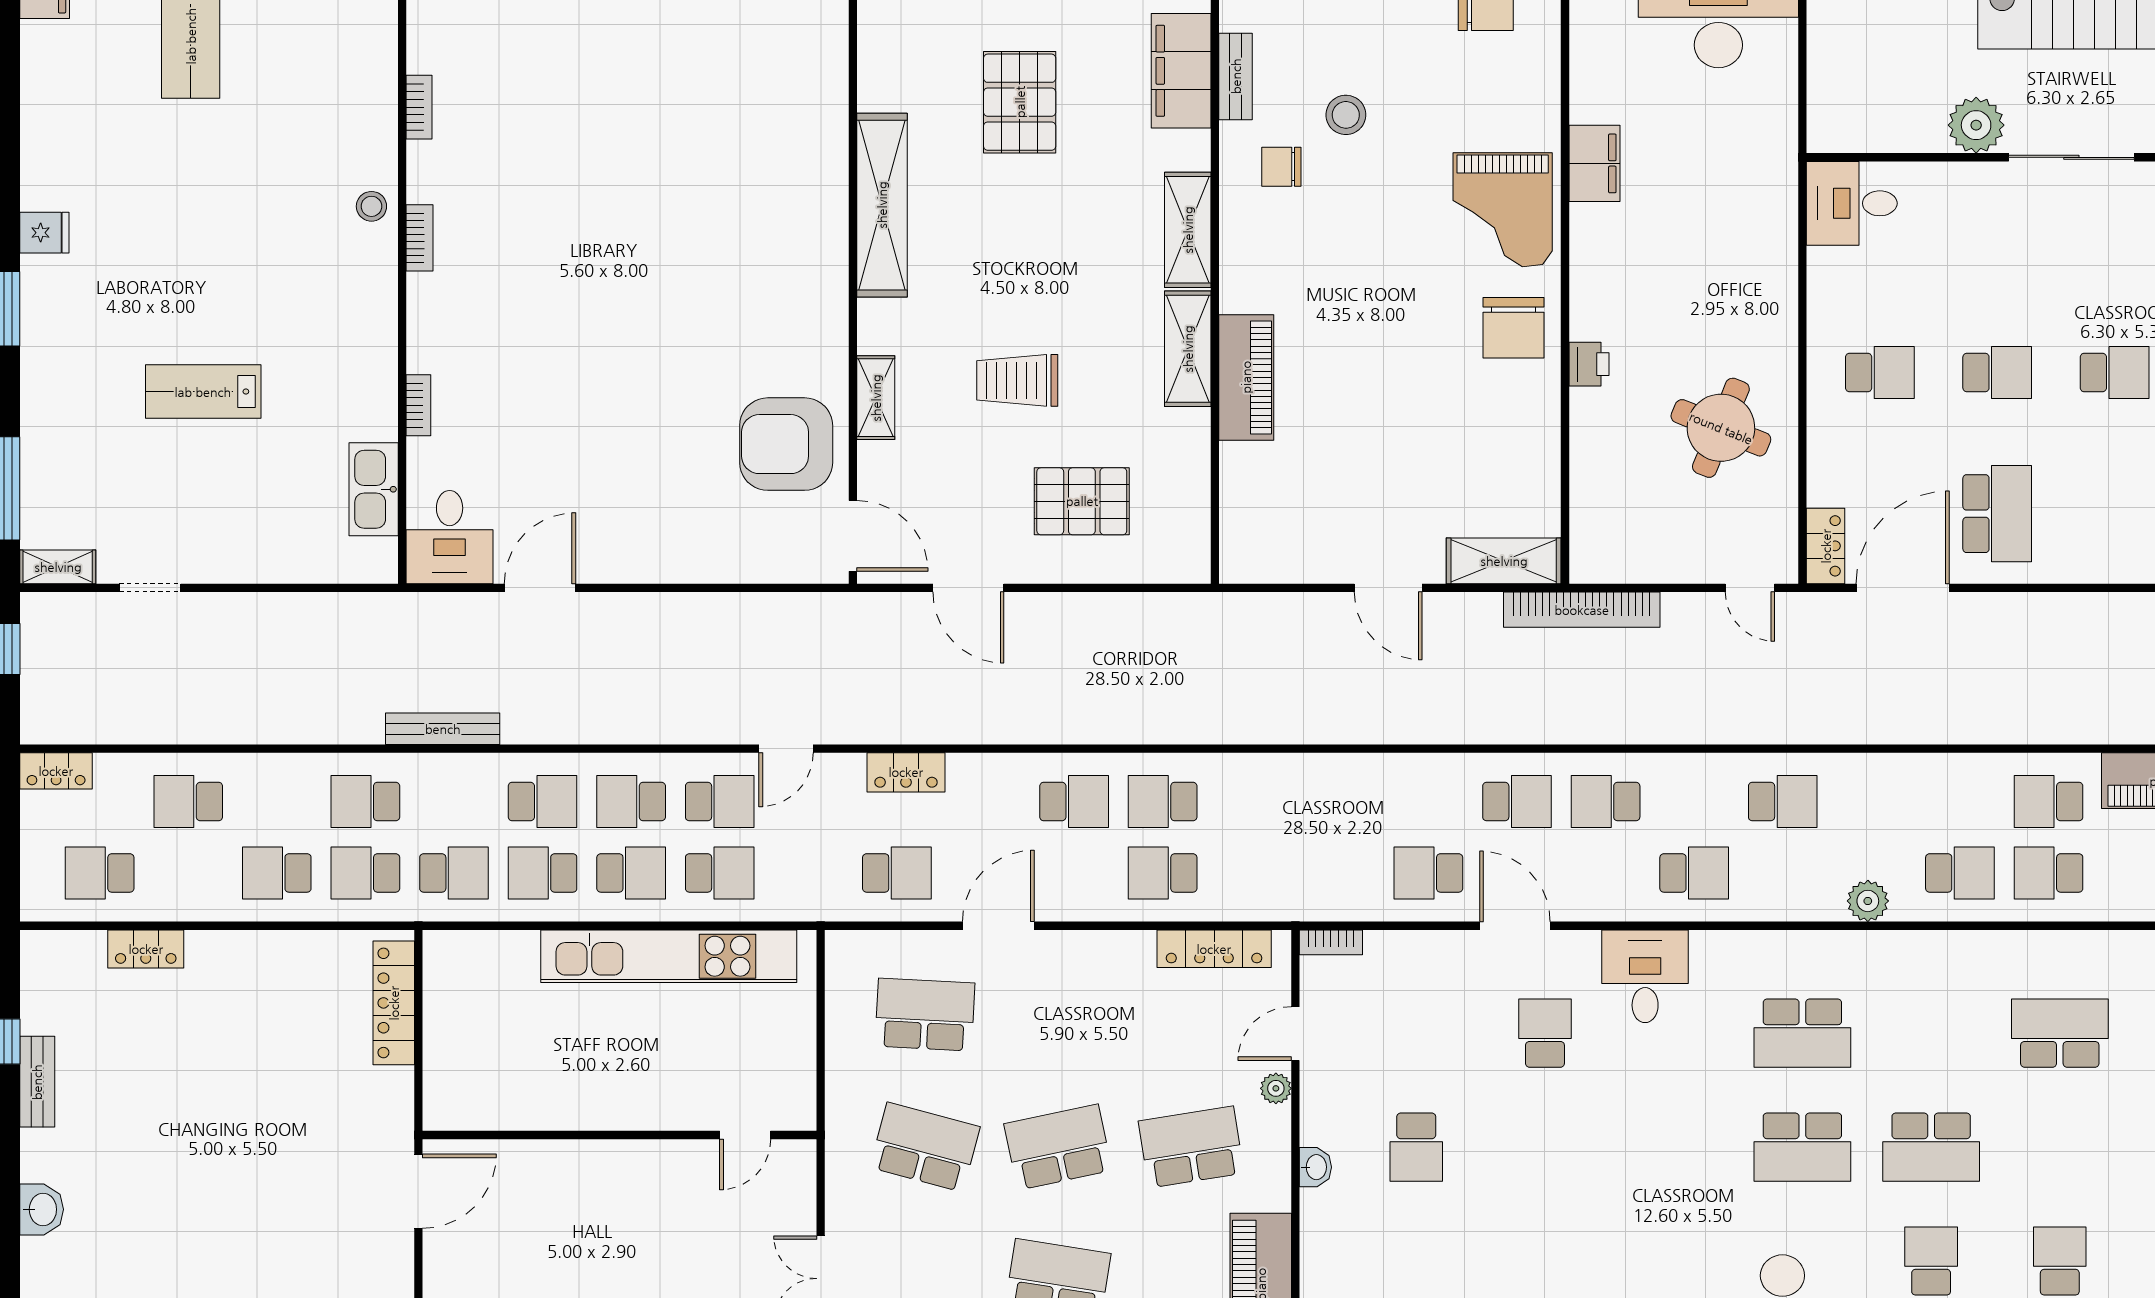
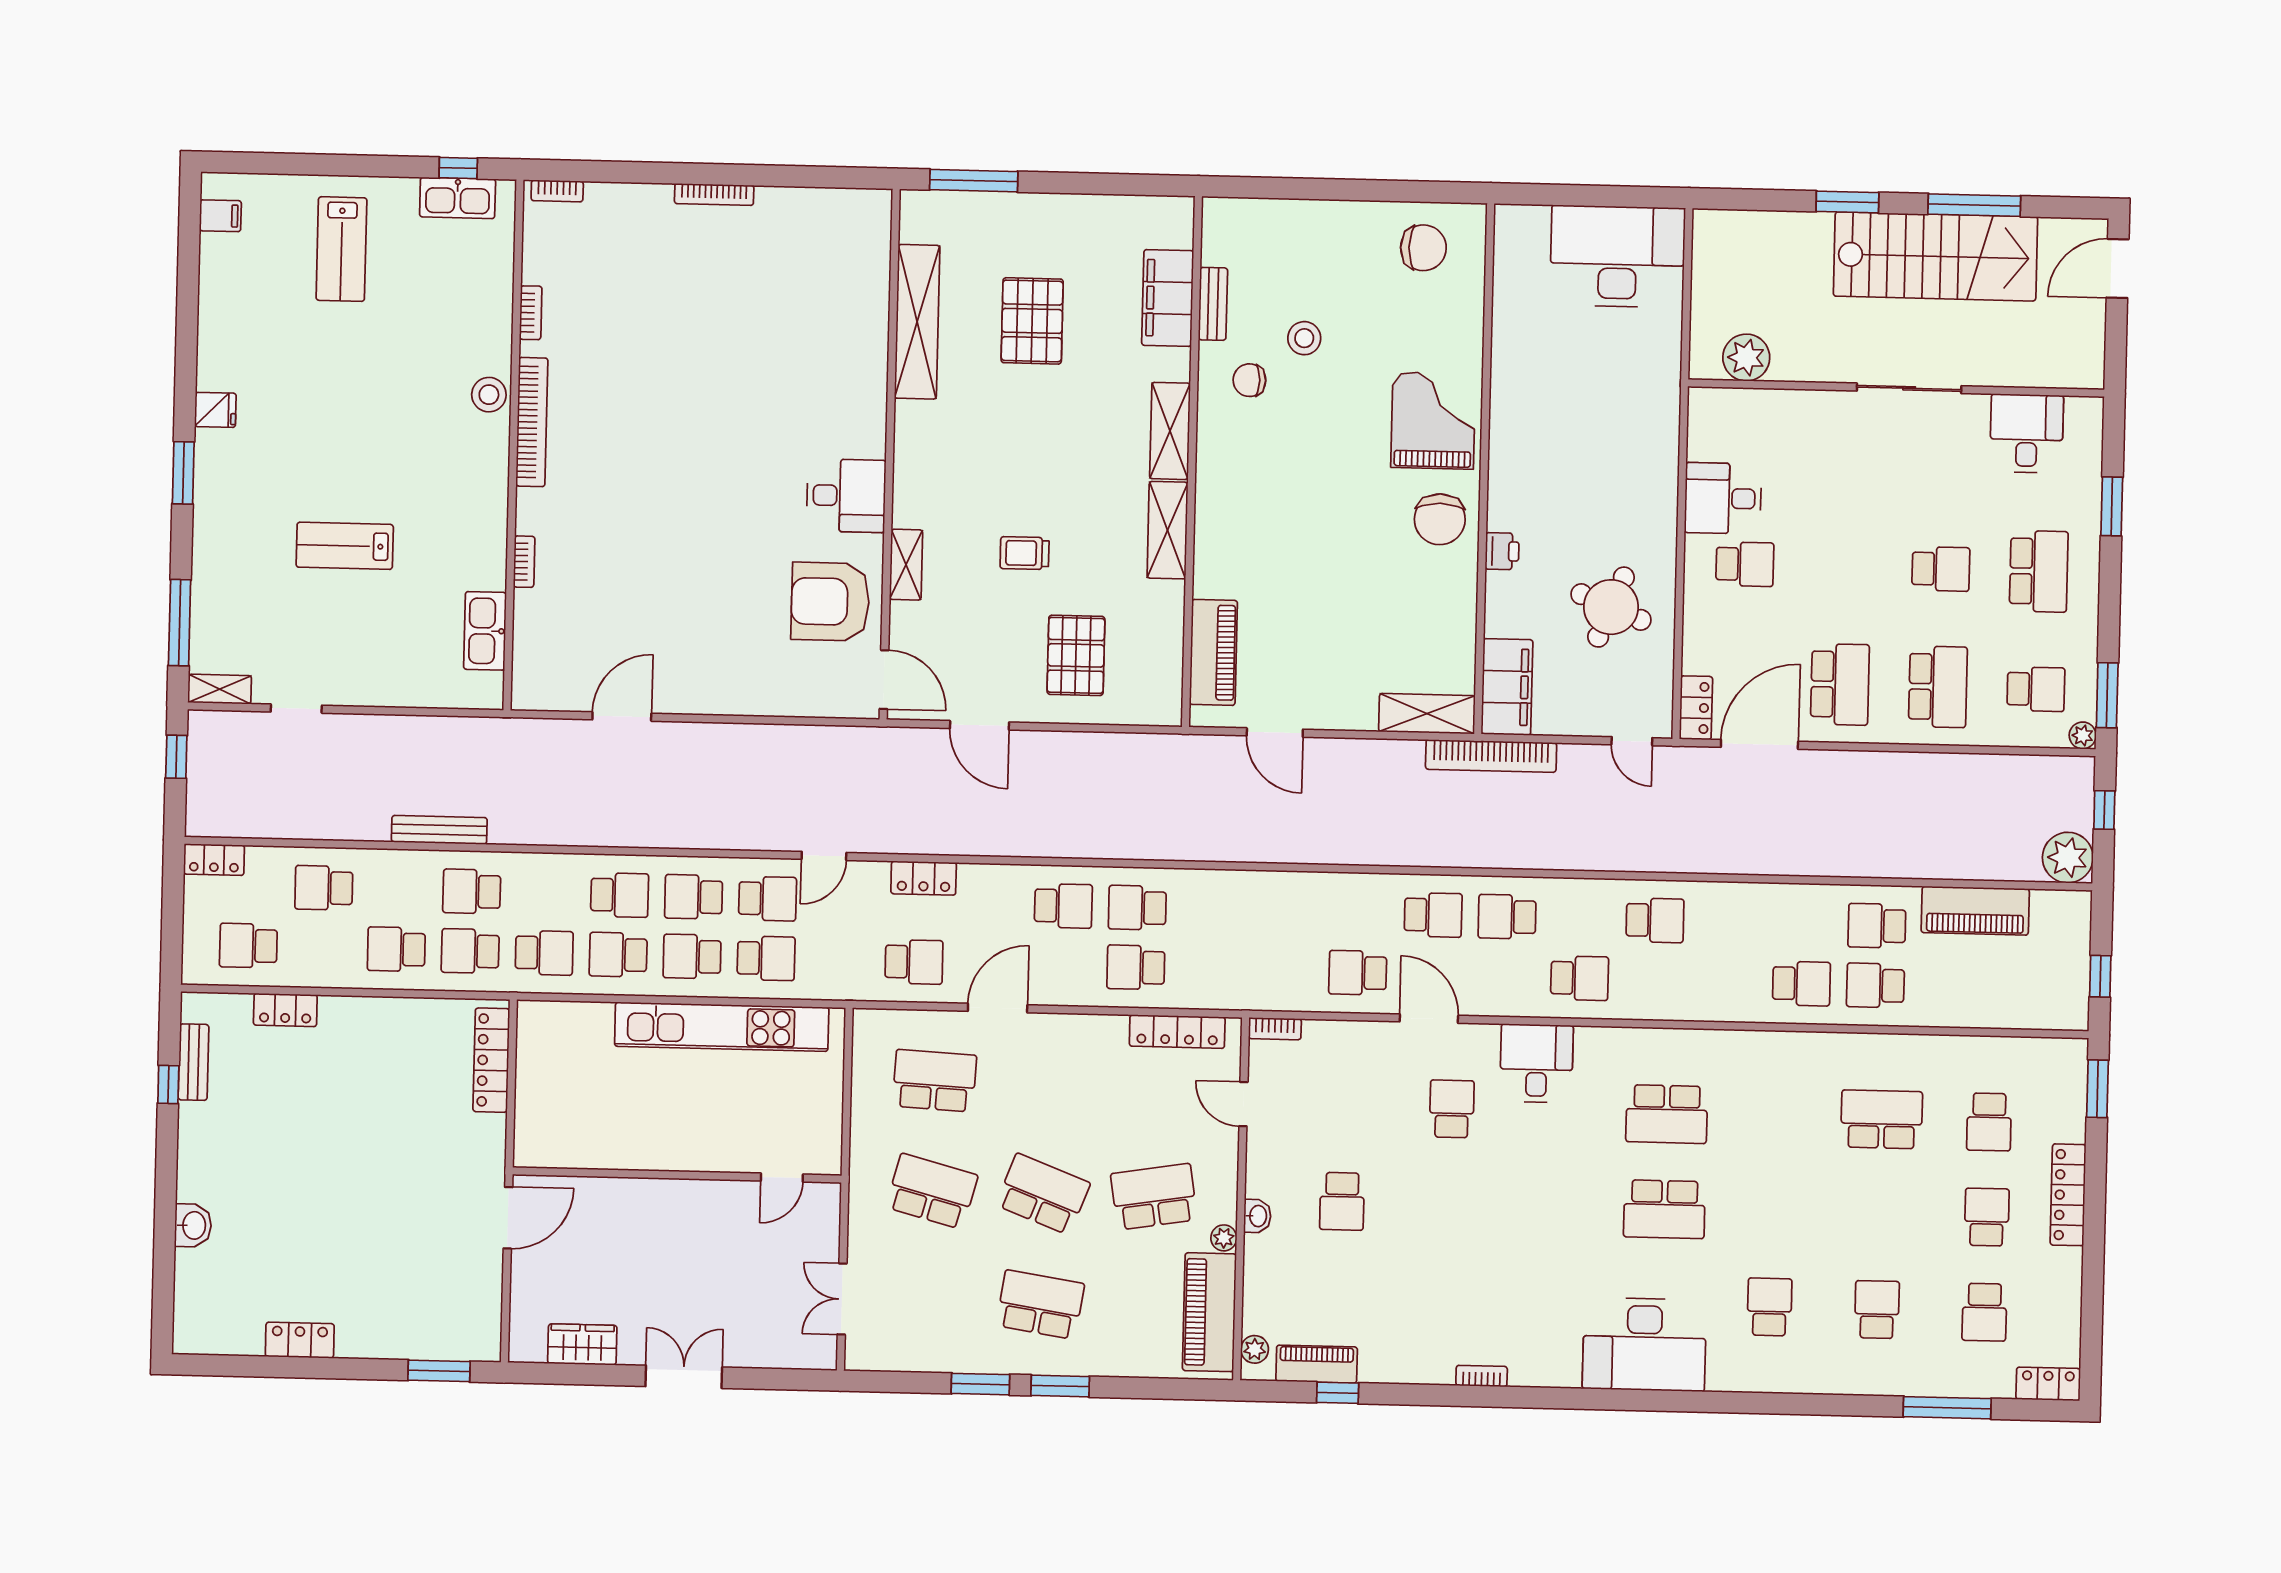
plant: (1976, 125) -> (1746, 358), moved
filing cabinet: (1594, 163) -> (1507, 687), moved, width x1.50, depth x1.17
desk: (1852, 203) -> (1723, 498), moved
shelving: (882, 205) -> (917, 322), moved
stool: (371, 206) -> (489, 395), width x1.37, depth x1.37
grand piano: (1503, 210) -> (1433, 421), turned 180
bookcase: (420, 238) -> (532, 422), width x2.31, depth x1.31
school desk: (1997, 373) -> (1938, 687), moved, width x1.85
piano: (1246, 377) -> (1213, 652), moved
trolley: (1017, 380) -> (1025, 553), width x0.73, depth x0.72
pallet: (1082, 501) -> (1076, 655), turned 90
desk: (450, 537) -> (846, 496), moved, turned -90
door: (1388, 588) -> (1275, 732), moved
bench: (443, 729) -> (439, 830), moved
school desk: (631, 873) -> (692, 956), turned 180
plant: (1868, 901) -> (1724, 1005), removed
door: (1295, 1034) -> (1243, 1104), hinge flipped
bench: (37, 1082) -> (193, 1062), moved
plant: (1276, 1088) -> (1224, 1238), moved
school desk: (1058, 1147) -> (1043, 1194), turned 33
school desk: (1931, 1147) -> (1772, 1212), removed

